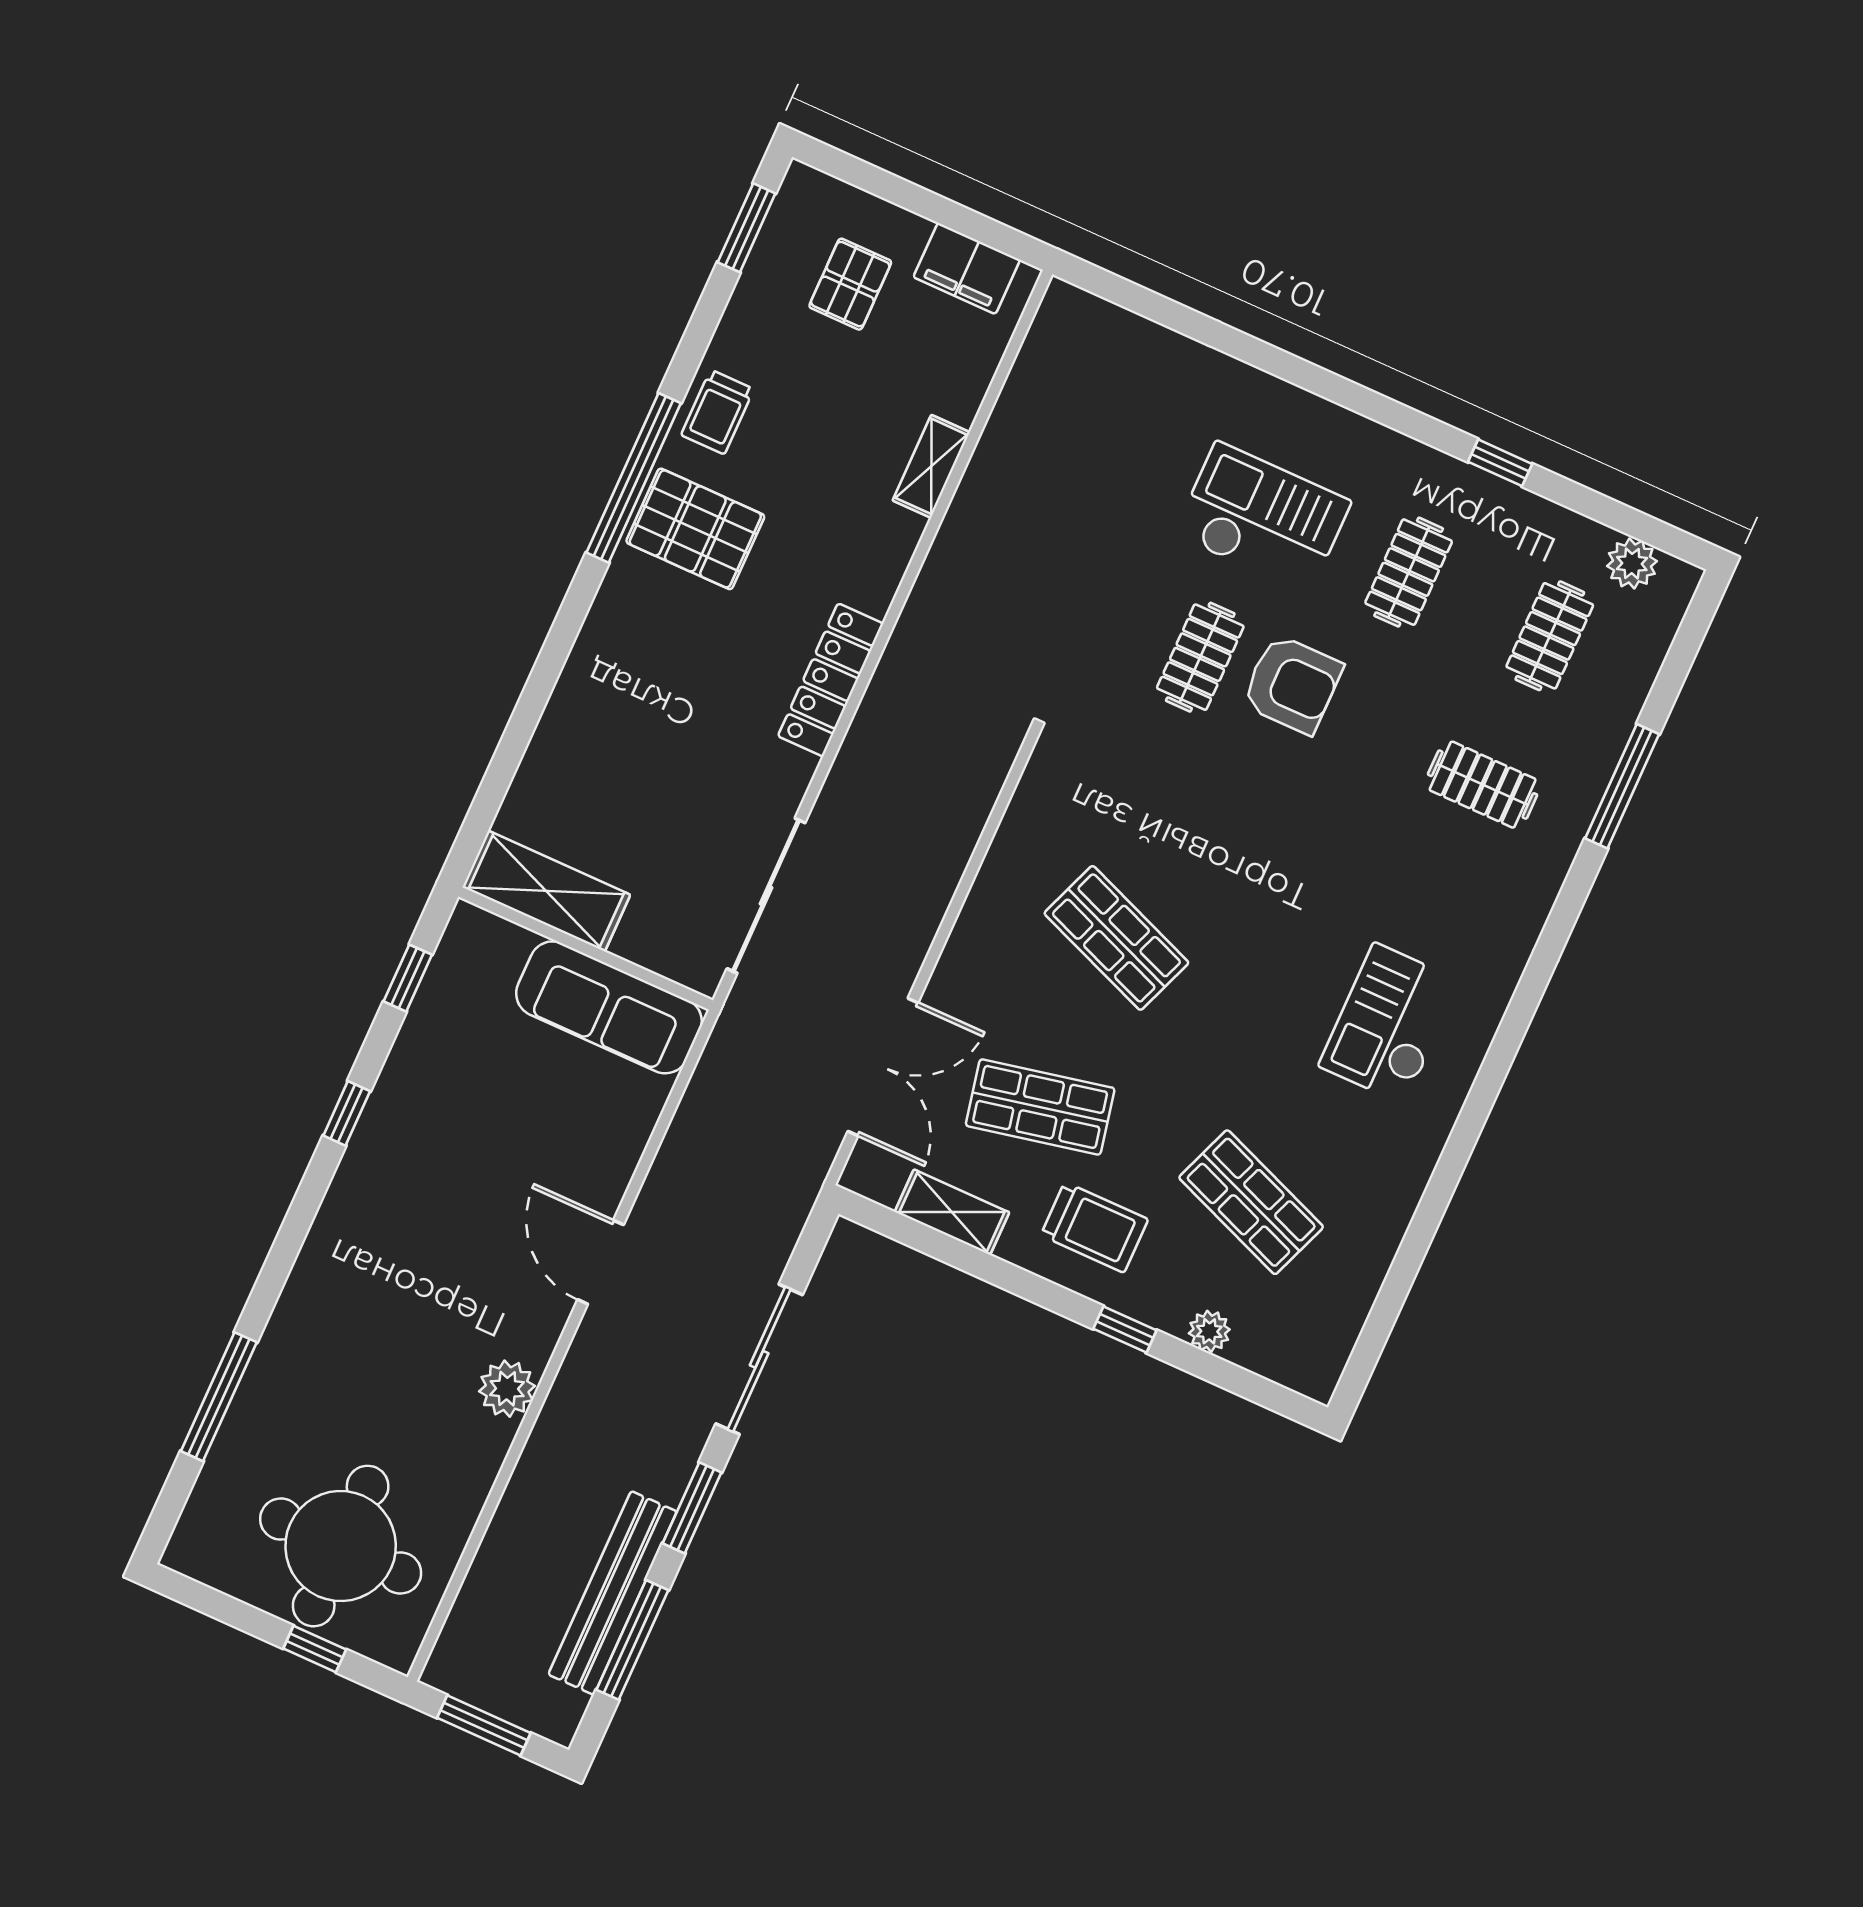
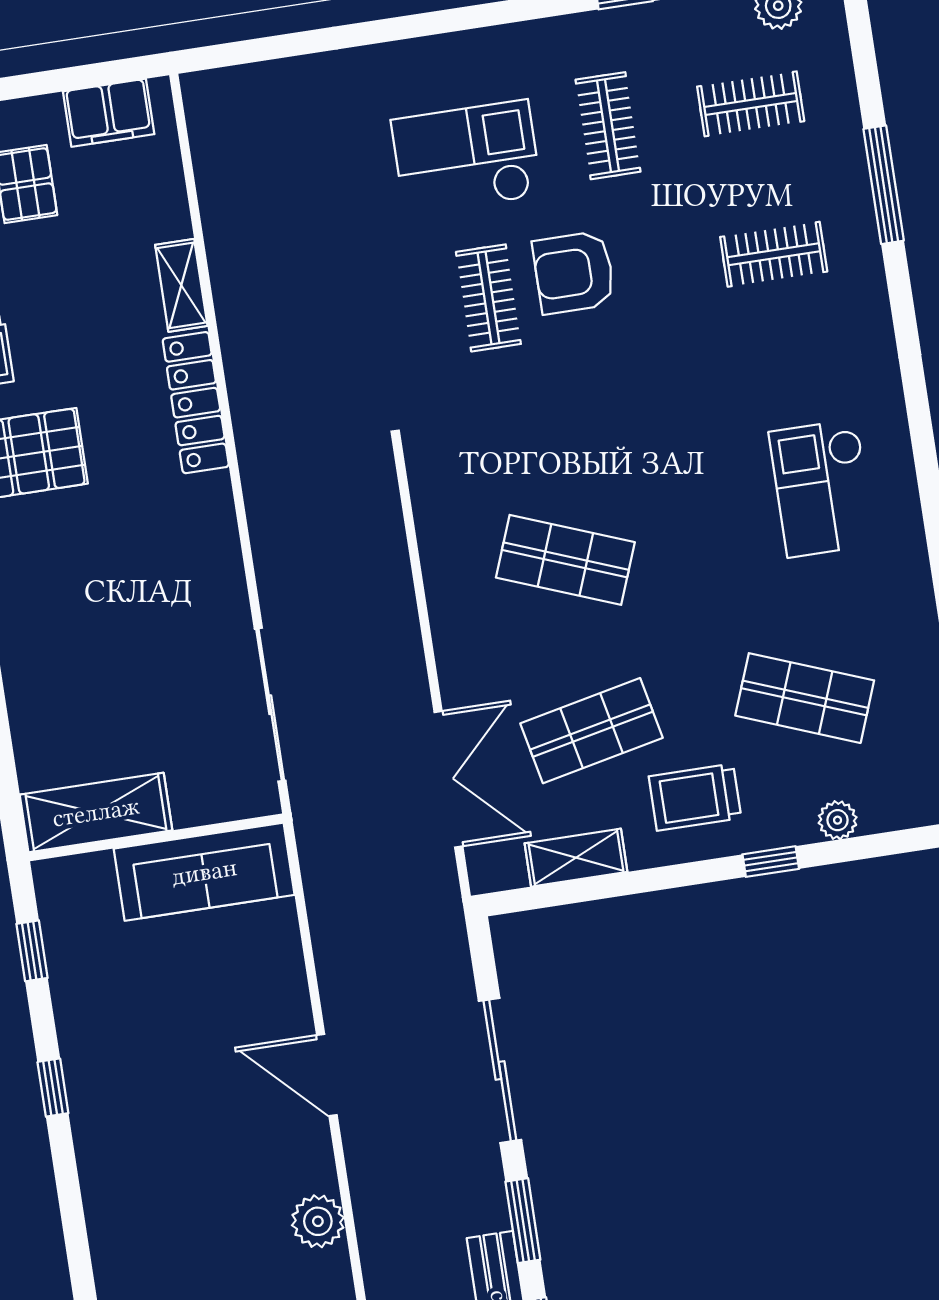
clothes rail: (1550, 636) -> (751, 104), turned 90
locker: (831, 680) -> (196, 403), moved
armchair: (1292, 684) -> (574, 273), turned 180
trolley: (1094, 1227) -> (695, 797), turned 180

